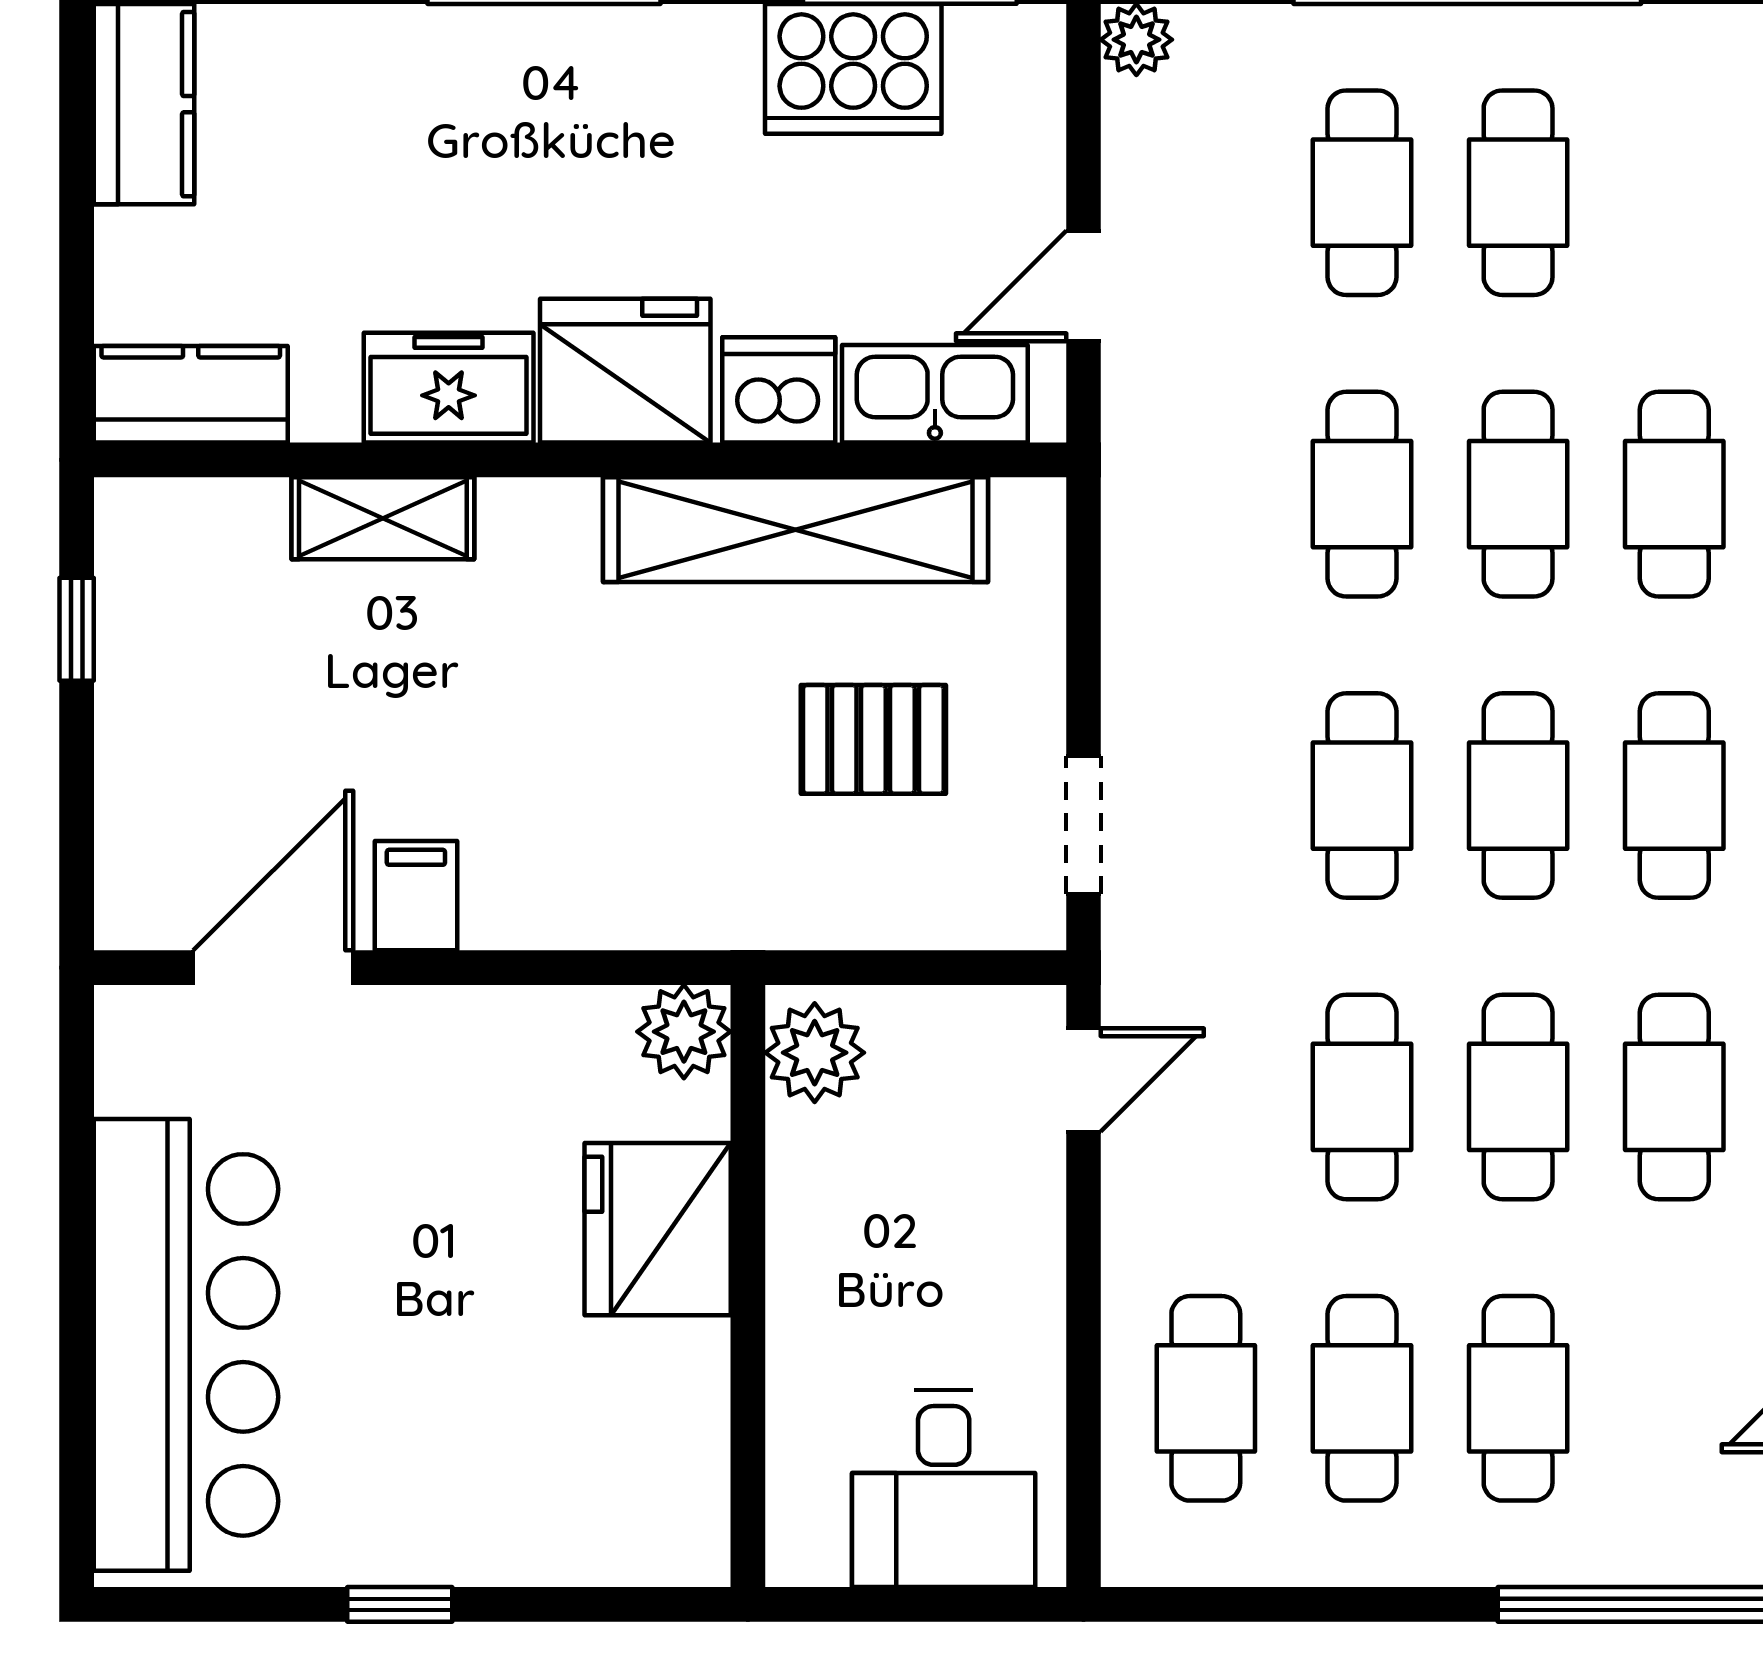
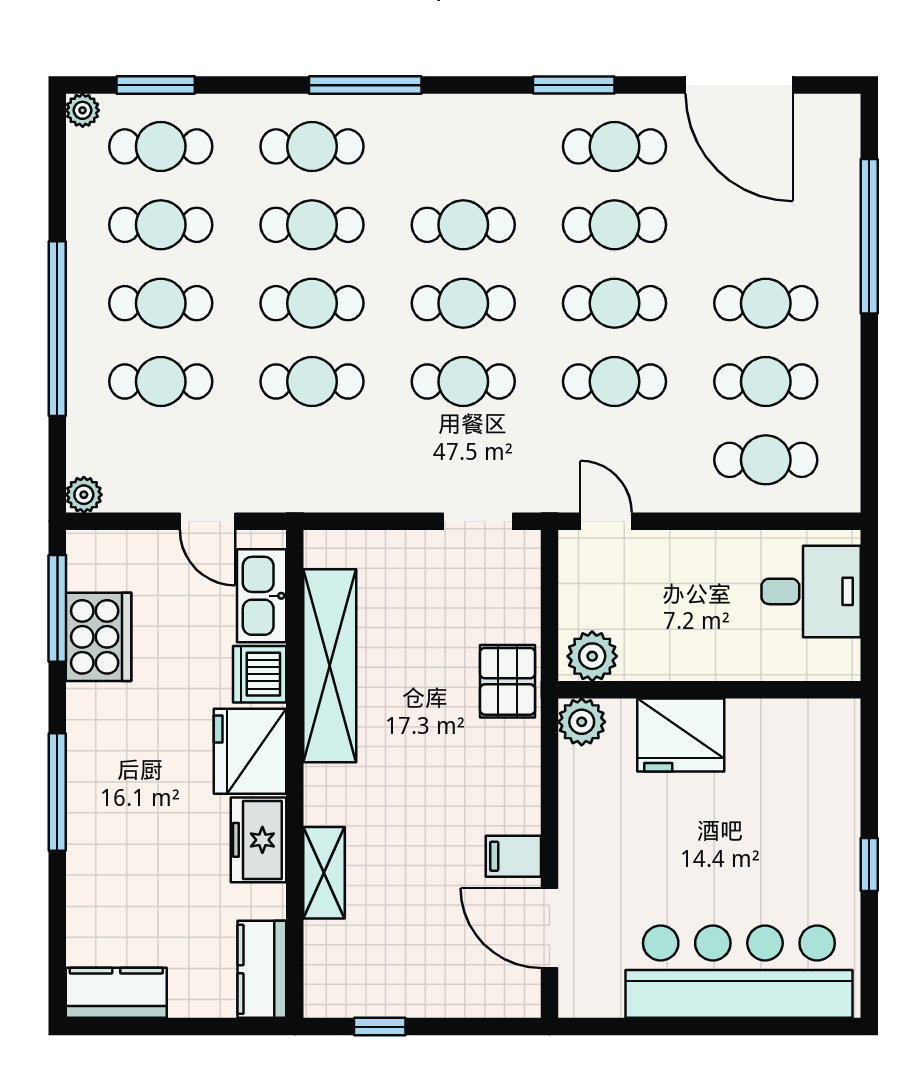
cafe table: (1674, 193) -> (161, 225), added
pallet: (873, 739) -> (508, 681), moved

